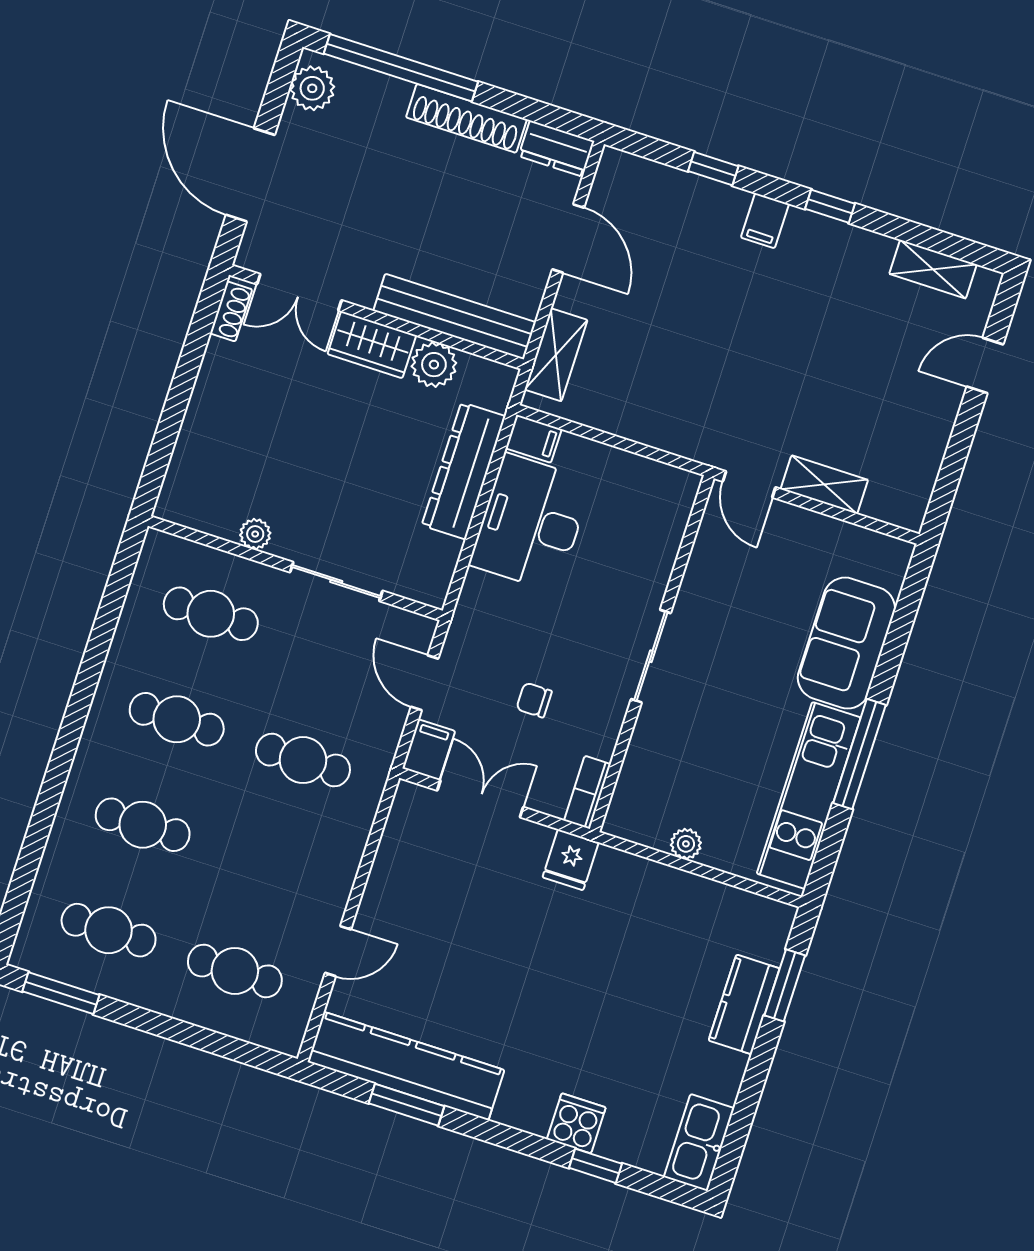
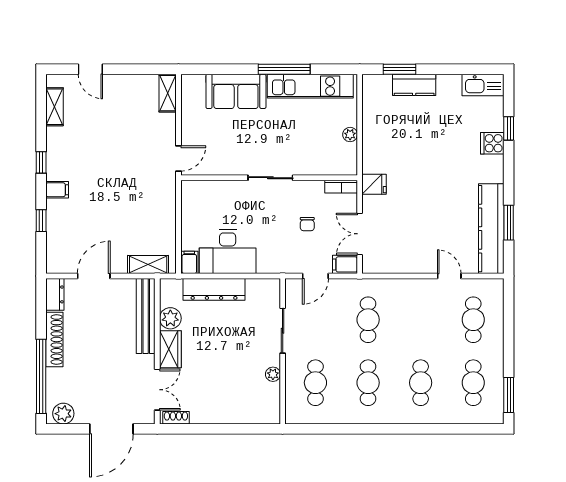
shelving: (824, 485) -> (168, 93), moved

